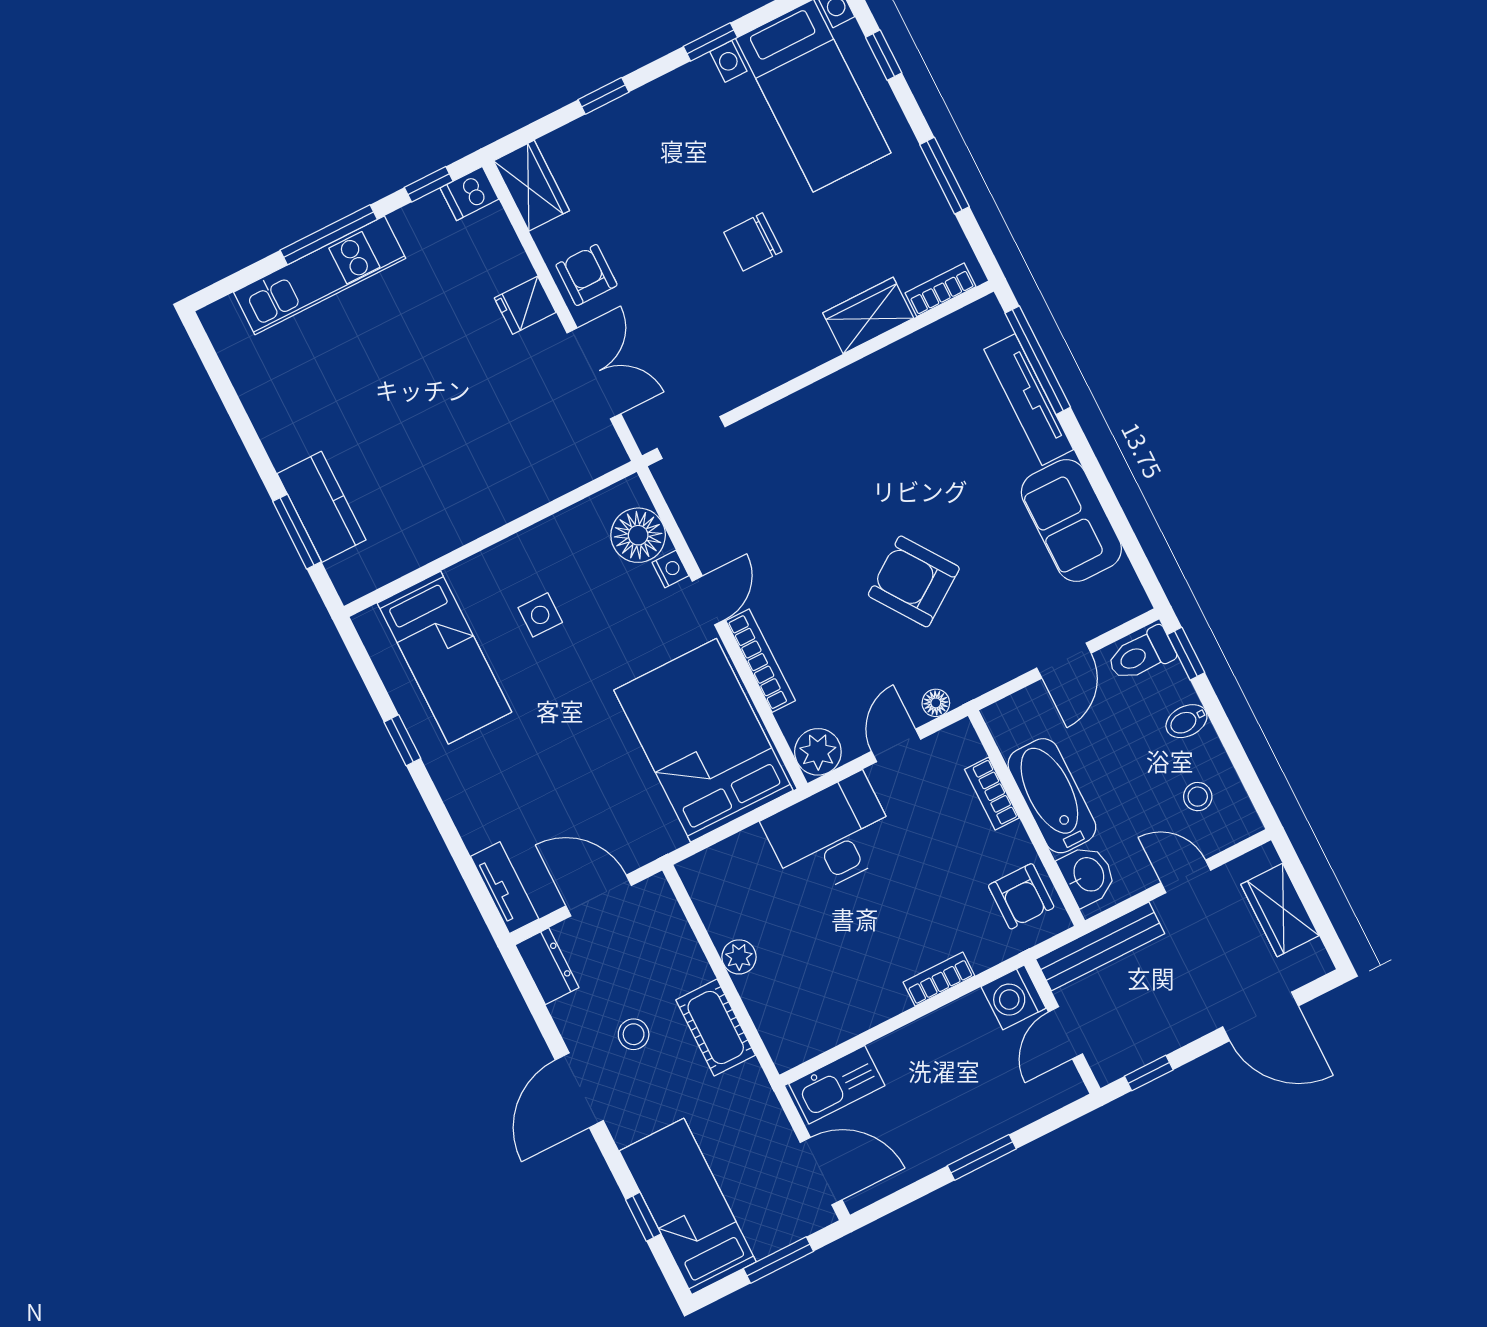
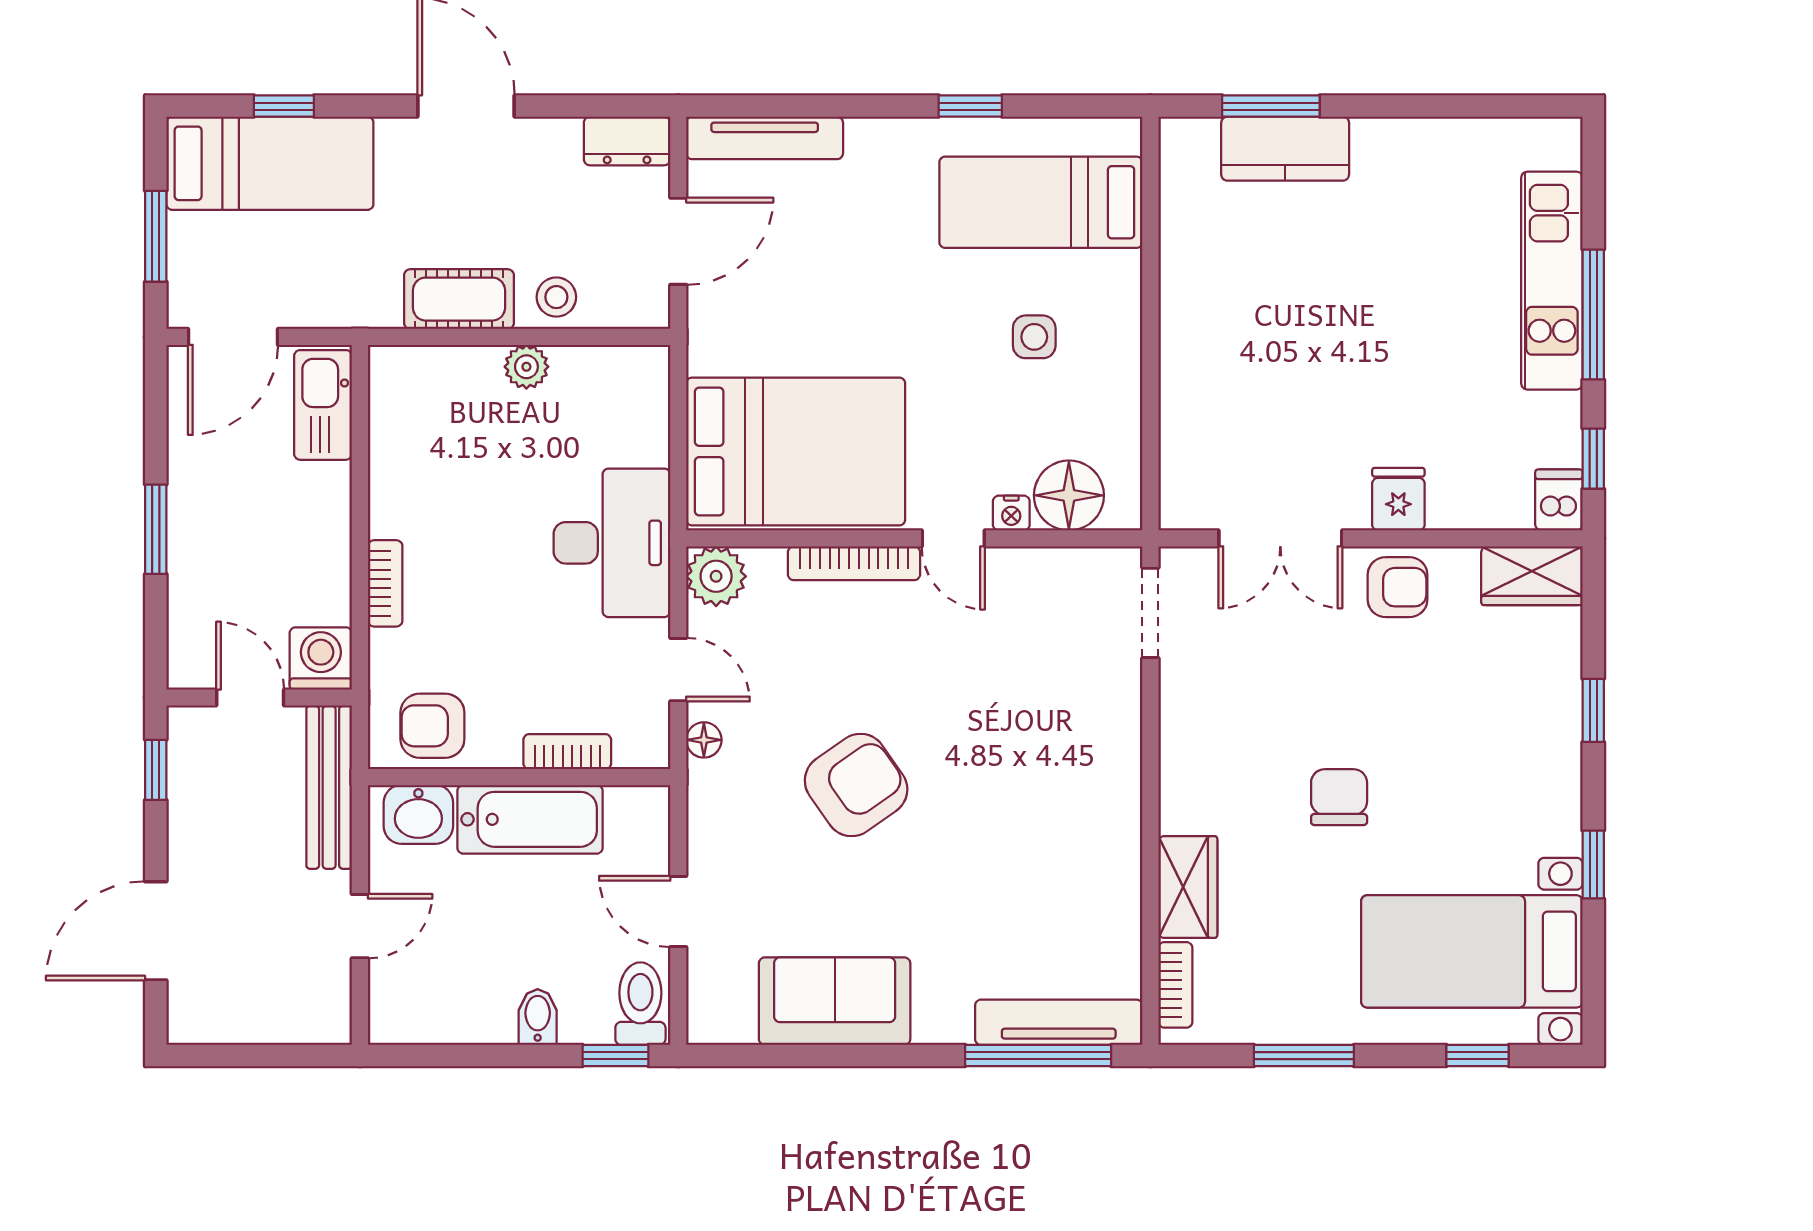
tv unit: (1029, 400) -> (1059, 1022), moved
stool: (1198, 797) -> (445, 986), removed
tv unit: (505, 888) -> (765, 138), width x1.41
wardrobe: (1280, 910) -> (267, 1015), removed
stool: (634, 1034) -> (556, 297), moved

